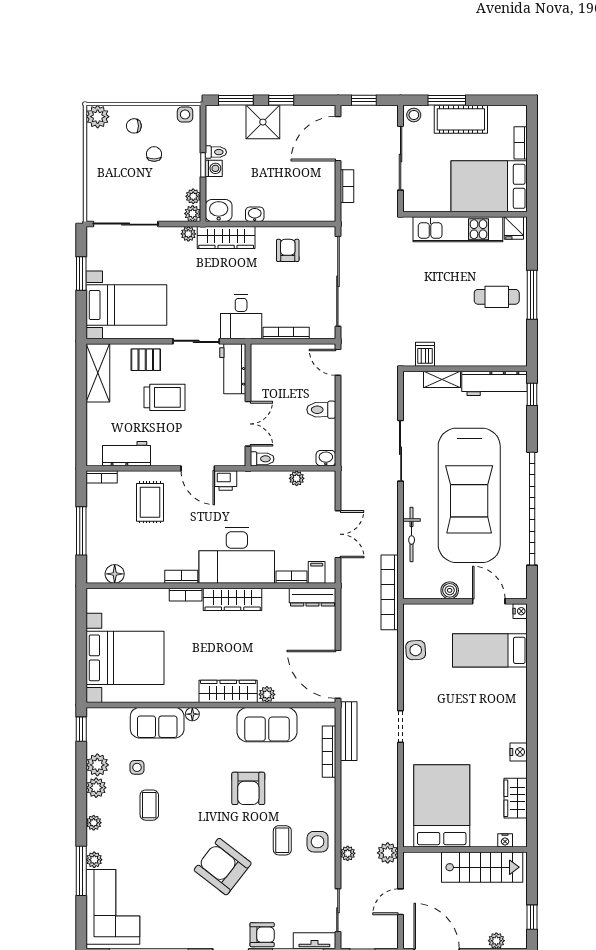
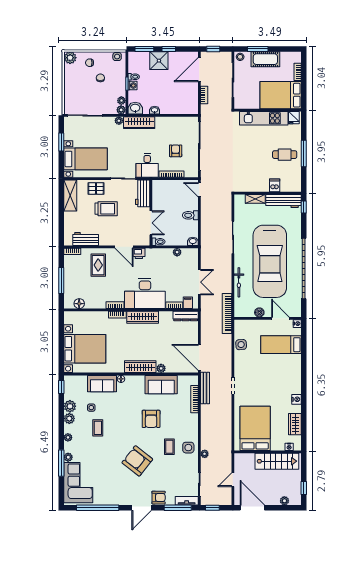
armchair: (288, 250) -> (176, 151), moved
dishwasher: (425, 354) -> (275, 185), moved
plant: (388, 853) -> (226, 454), removed

